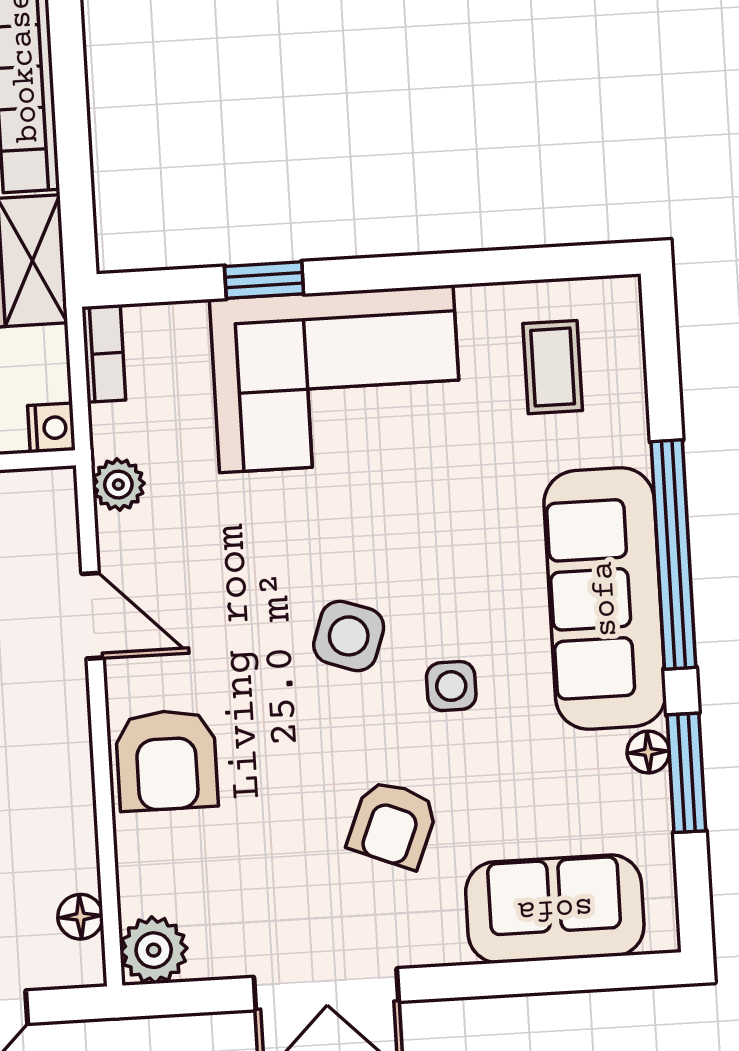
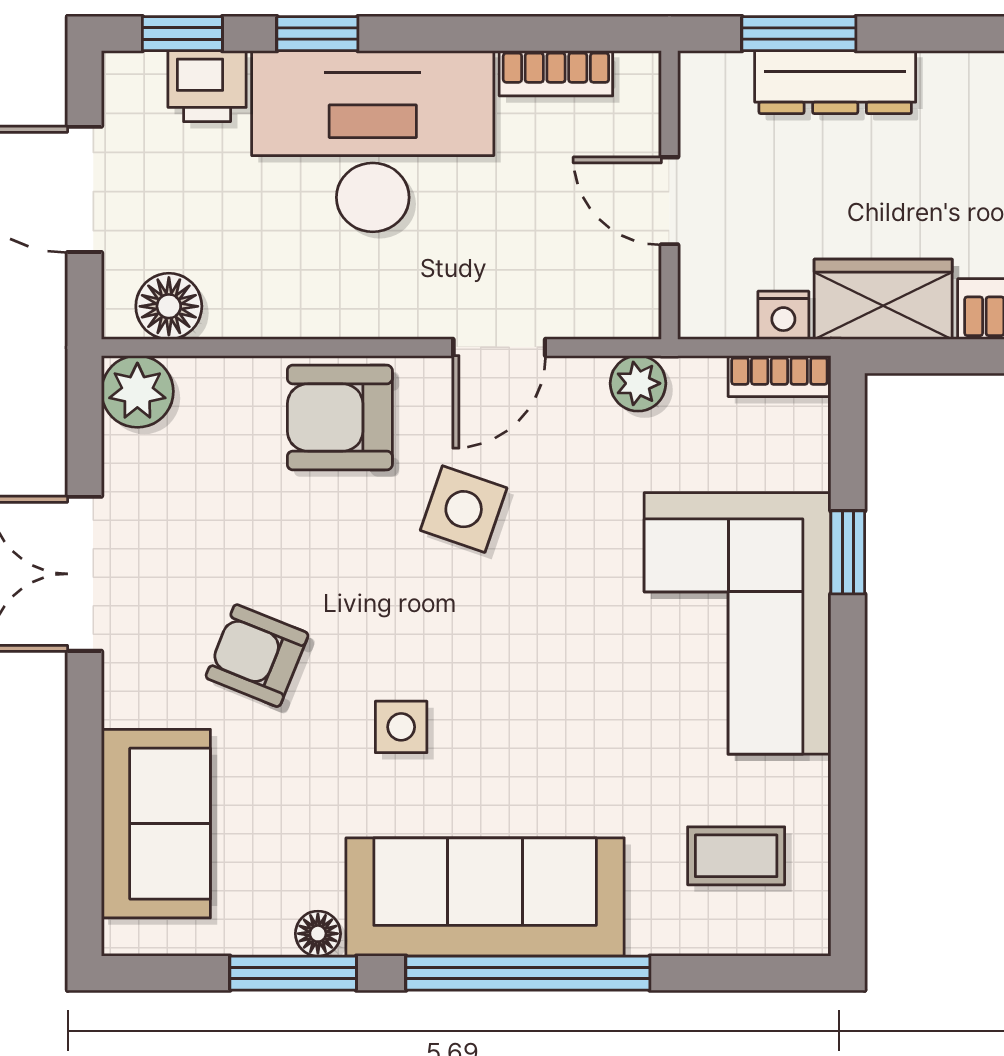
nightstand: (51, 428) -> (783, 315), moved
side table: (349, 636) -> (464, 509), moved
floor lamp: (80, 917) -> (169, 306), width x1.37, depth x1.37

